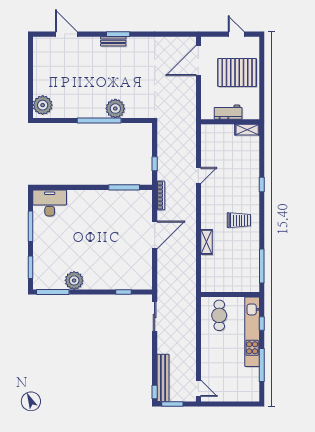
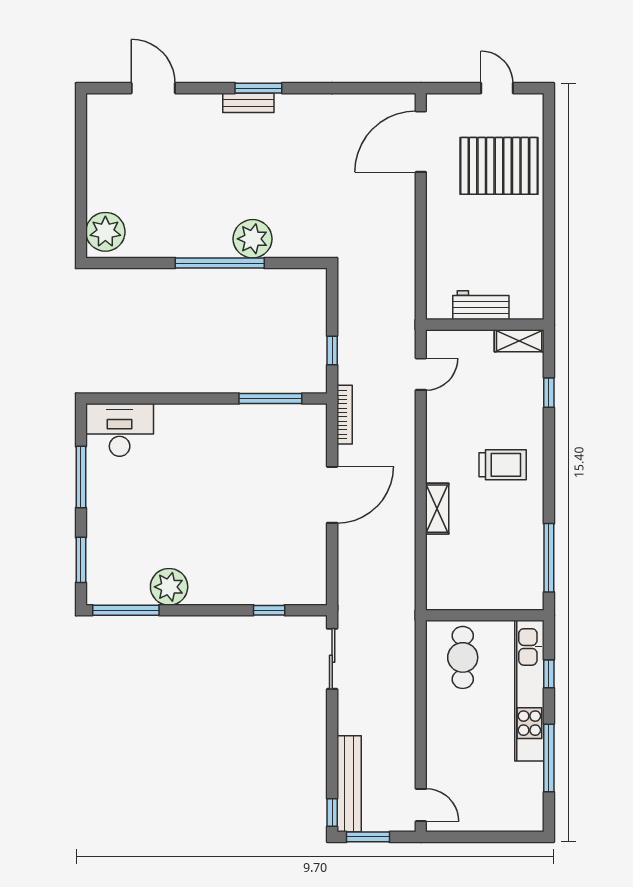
workbench: (228, 112) -> (481, 305), moved
wall: (230, 122) -> (485, 325), moved
shelving: (247, 130) -> (519, 341), moved

